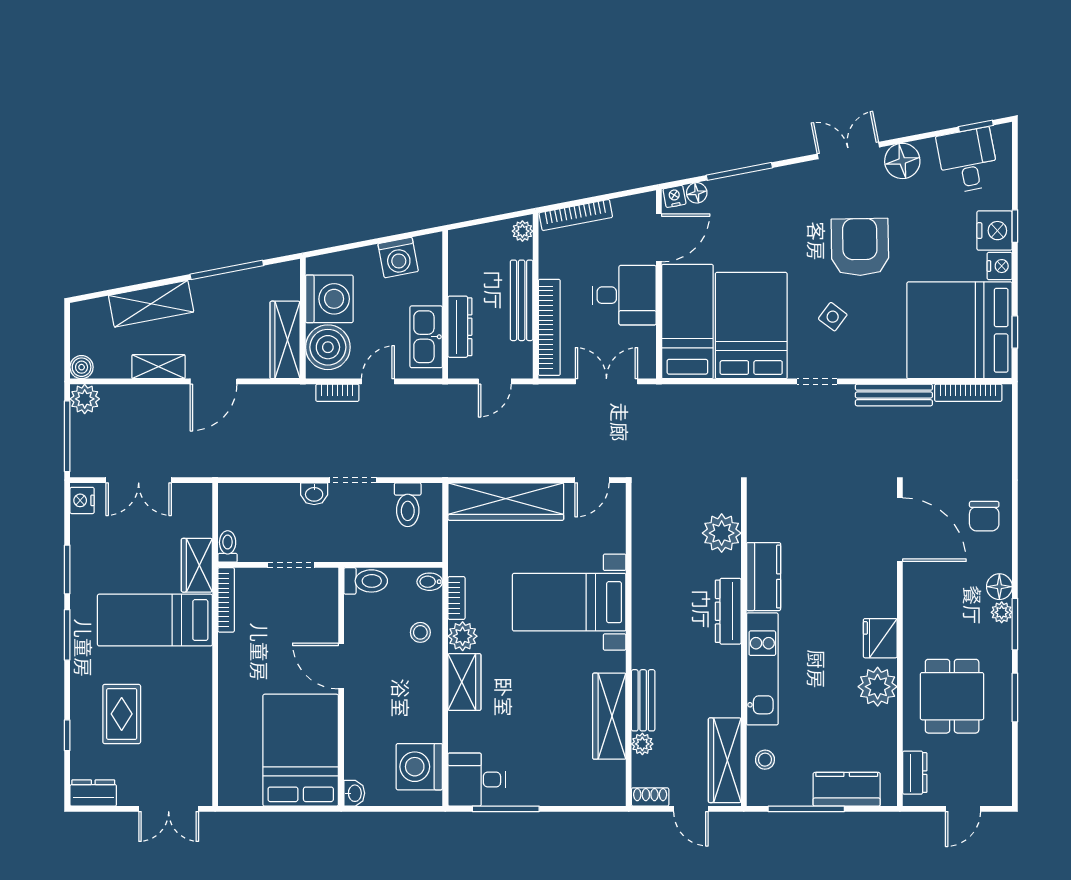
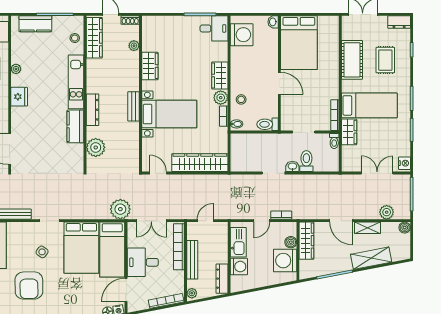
washing machine: (398, 258) -> (239, 267), moved, turned 101
dresser: (460, 327) -> (222, 279), moved
boiler: (328, 347) -> (291, 242), width x0.54, depth x0.54
door: (214, 381) -> (341, 221), swing flipped
plant: (85, 399) -> (387, 212), moved
plant: (671, 405) -> (120, 209), added
door: (592, 480) -> (158, 173), hinge flipped
toilet: (408, 505) -> (306, 161), moved
plant: (878, 687) -> (16, 69), width x0.53, depth x0.53
bench: (643, 700) -> (134, 106), moved
cot: (191, 714) -> (352, 60), added
wardrobe: (609, 716) -> (150, 66), width x0.67

